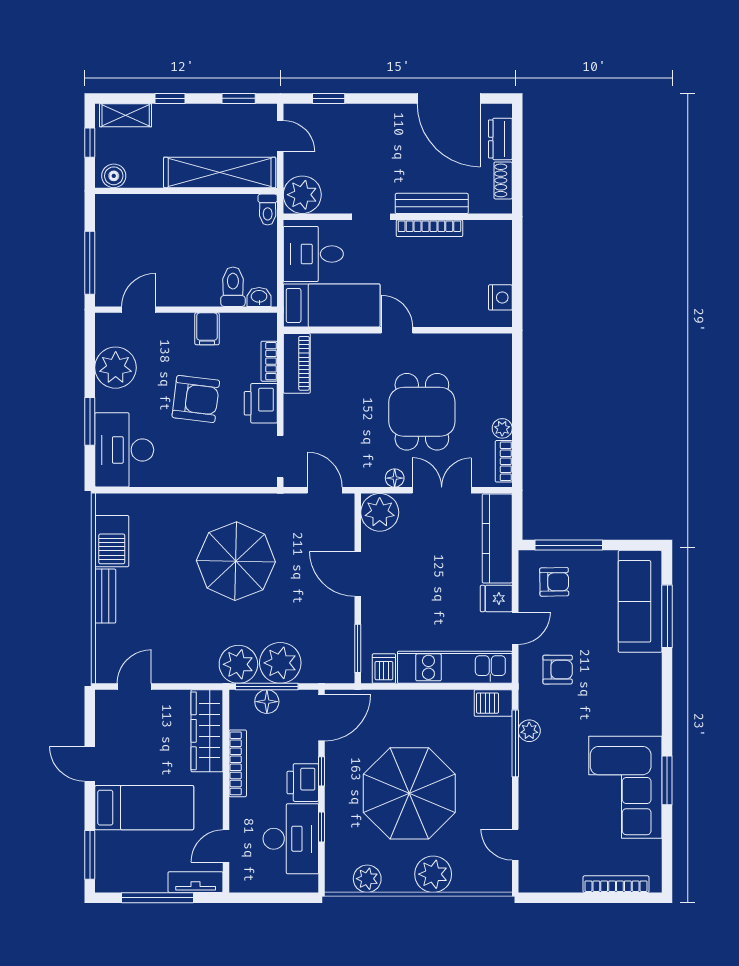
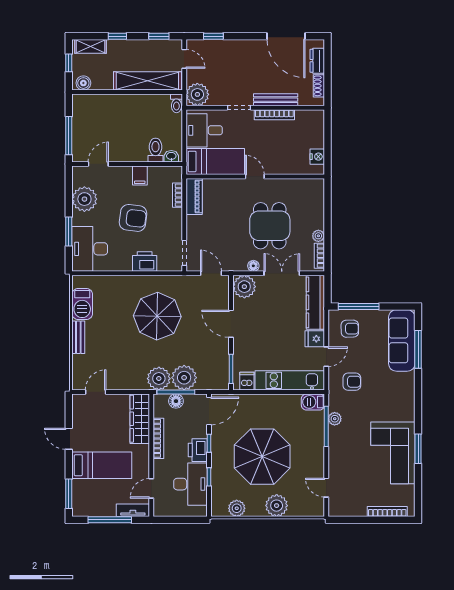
printer: (261, 403) -> (145, 261), moved, turned 90

